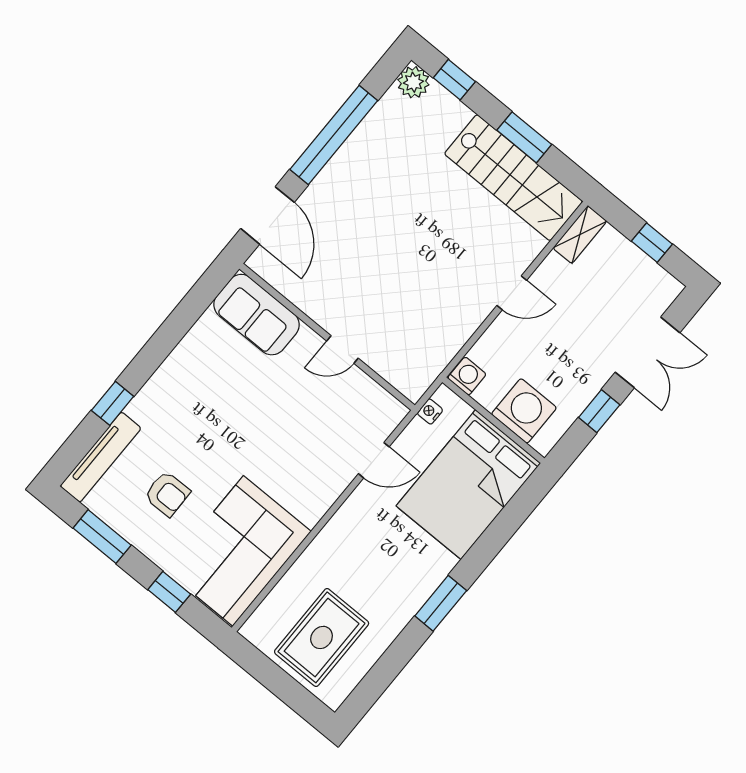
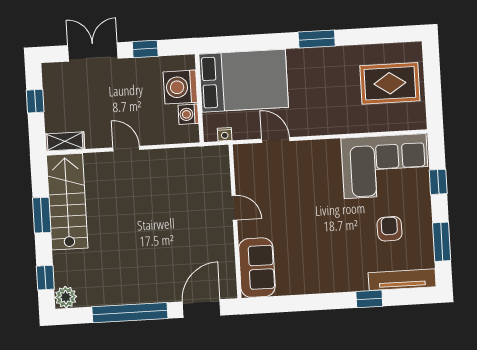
washing machine: (467, 376) -> (188, 114), moved

